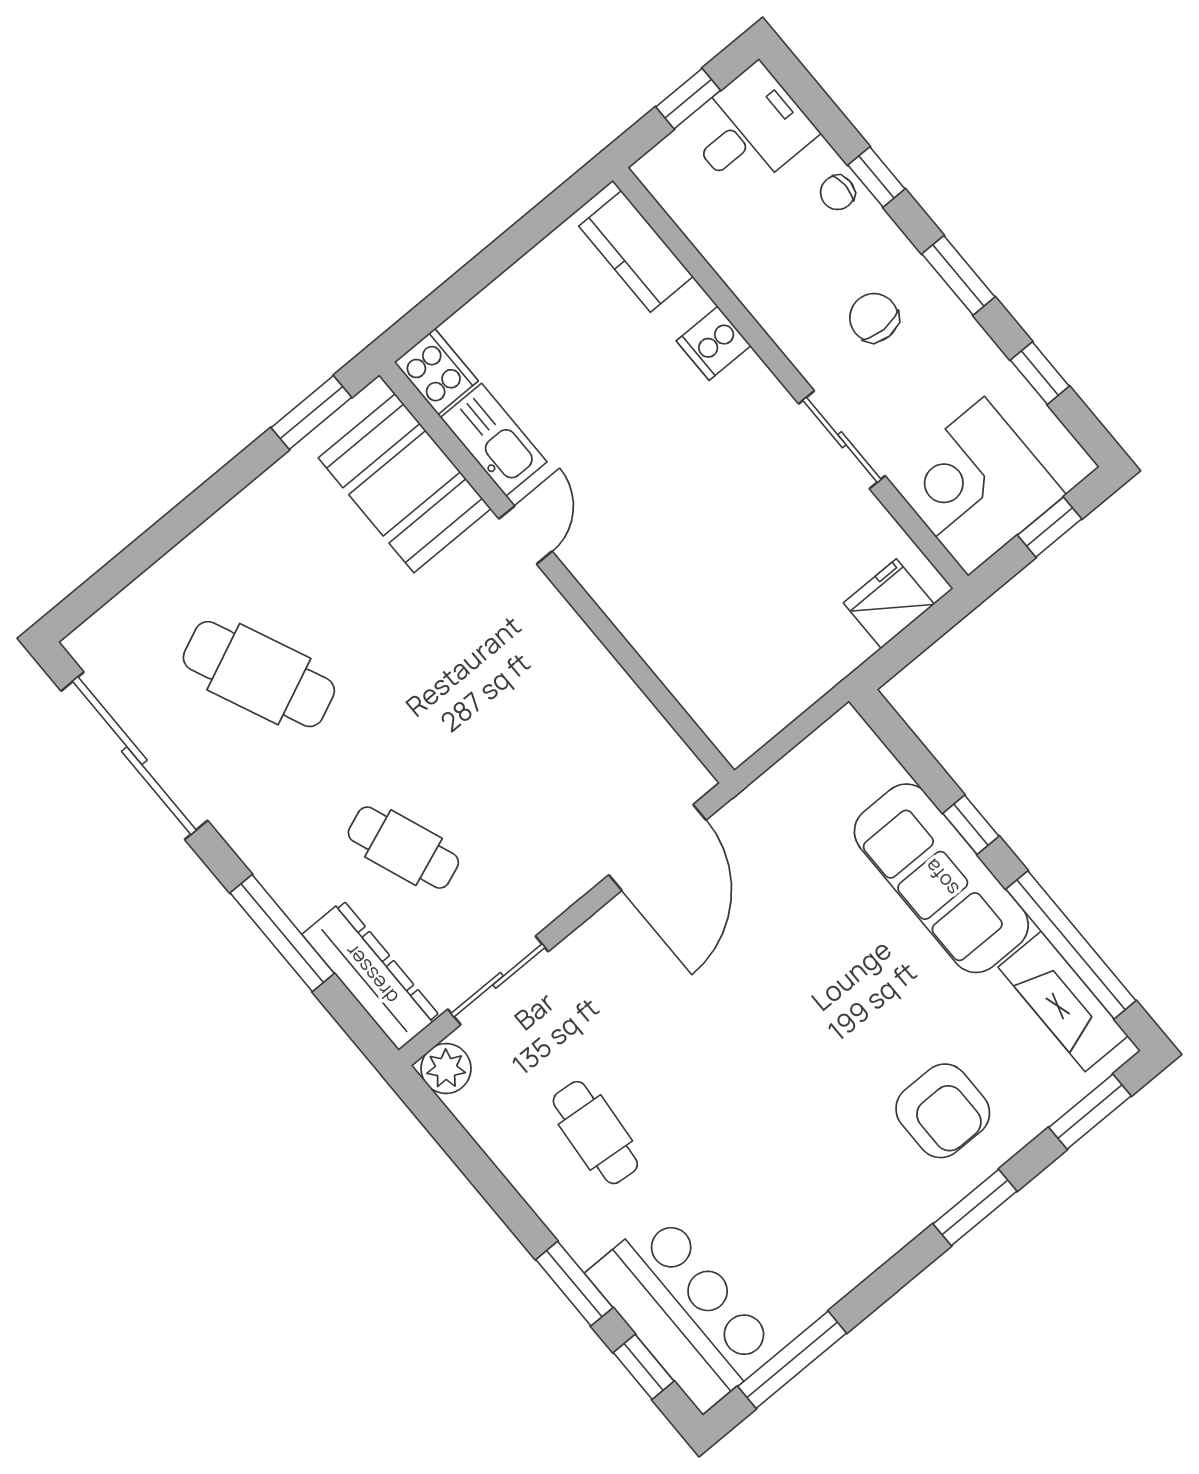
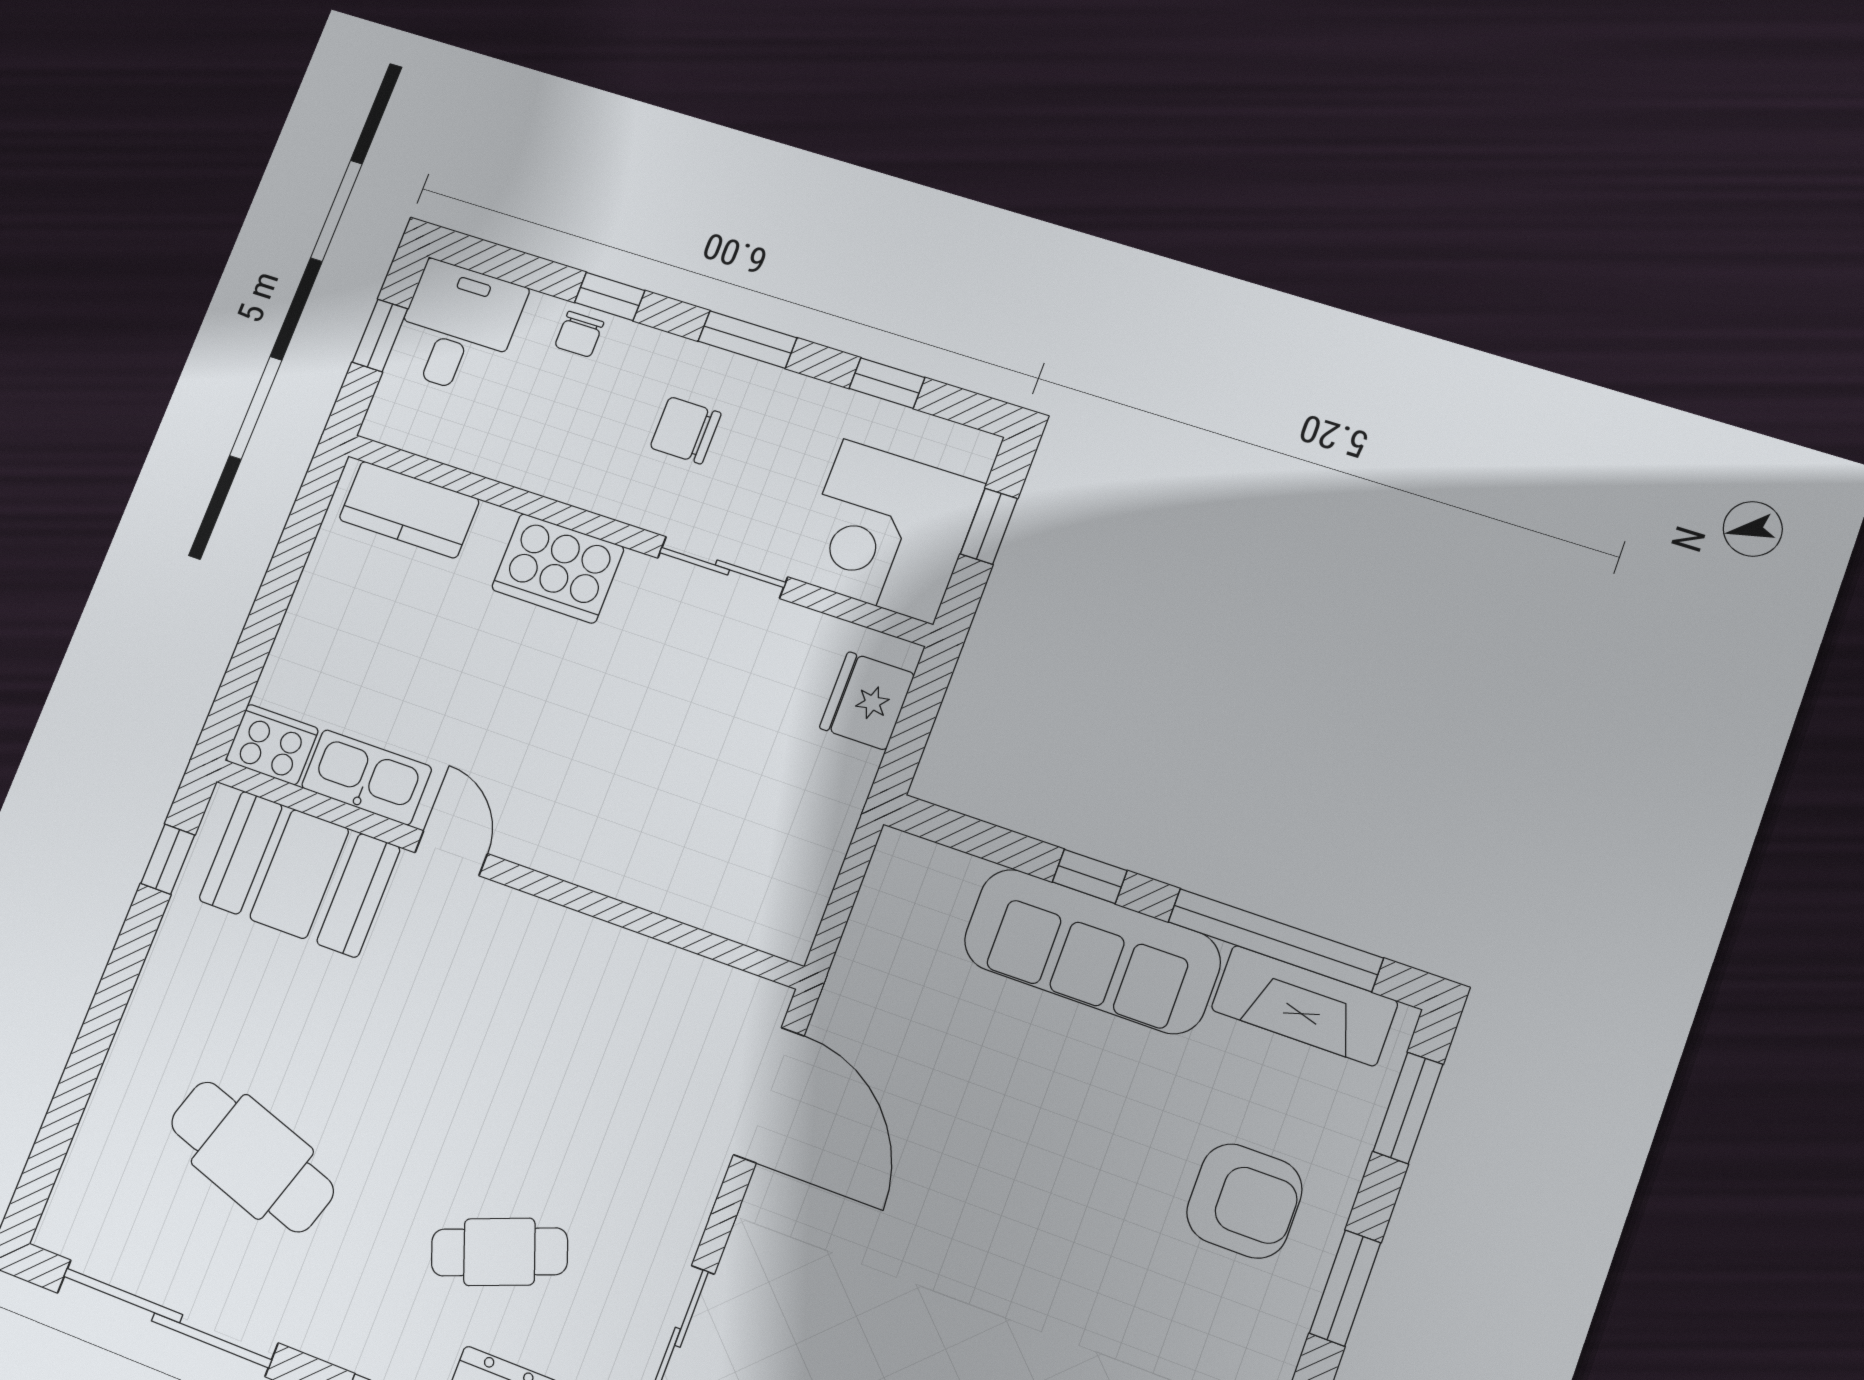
cooker: (714, 343) -> (558, 568), width x1.87, depth x1.31
window: (311, 413) -> (168, 859), width x0.67
cafe table: (259, 674) -> (252, 1157), turned 42

